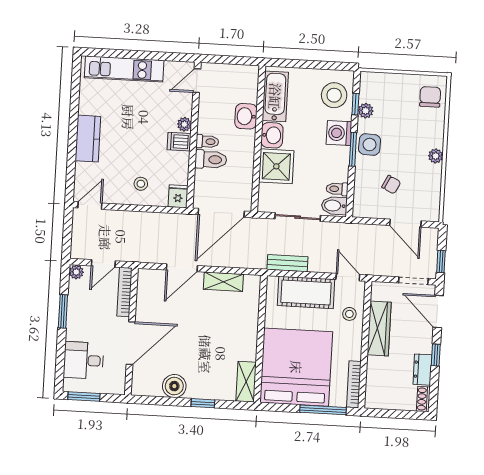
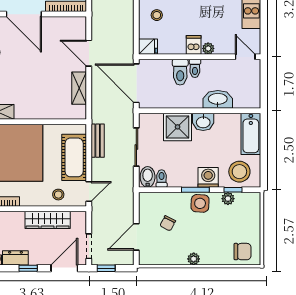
bathtub: (275, 96) -> (251, 134), moved, turned 90
washbasin: (246, 116) -> (218, 99), width x1.38

